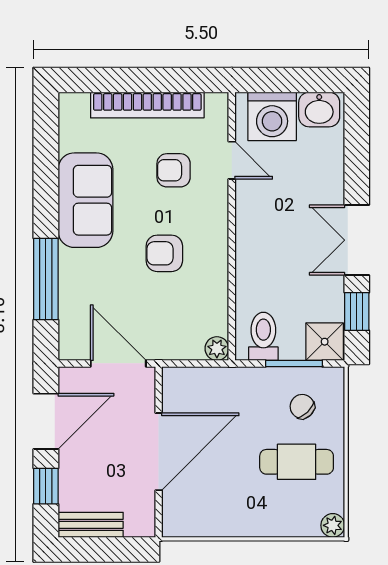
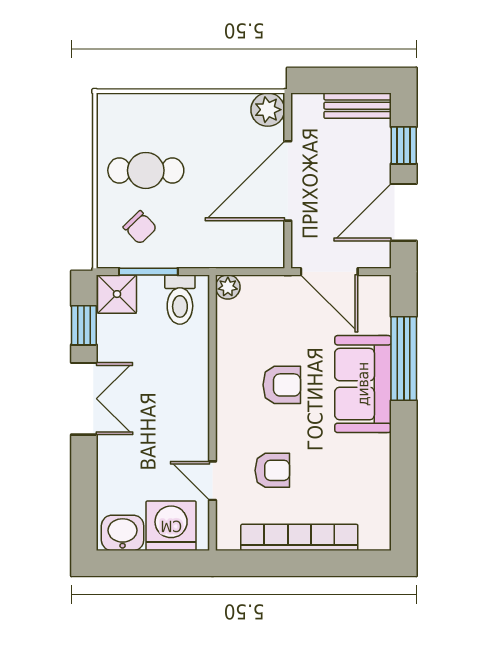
sofa: (85, 200) -> (363, 384), moved
plant: (333, 525) -> (268, 110), moved, width x1.38, depth x1.38

